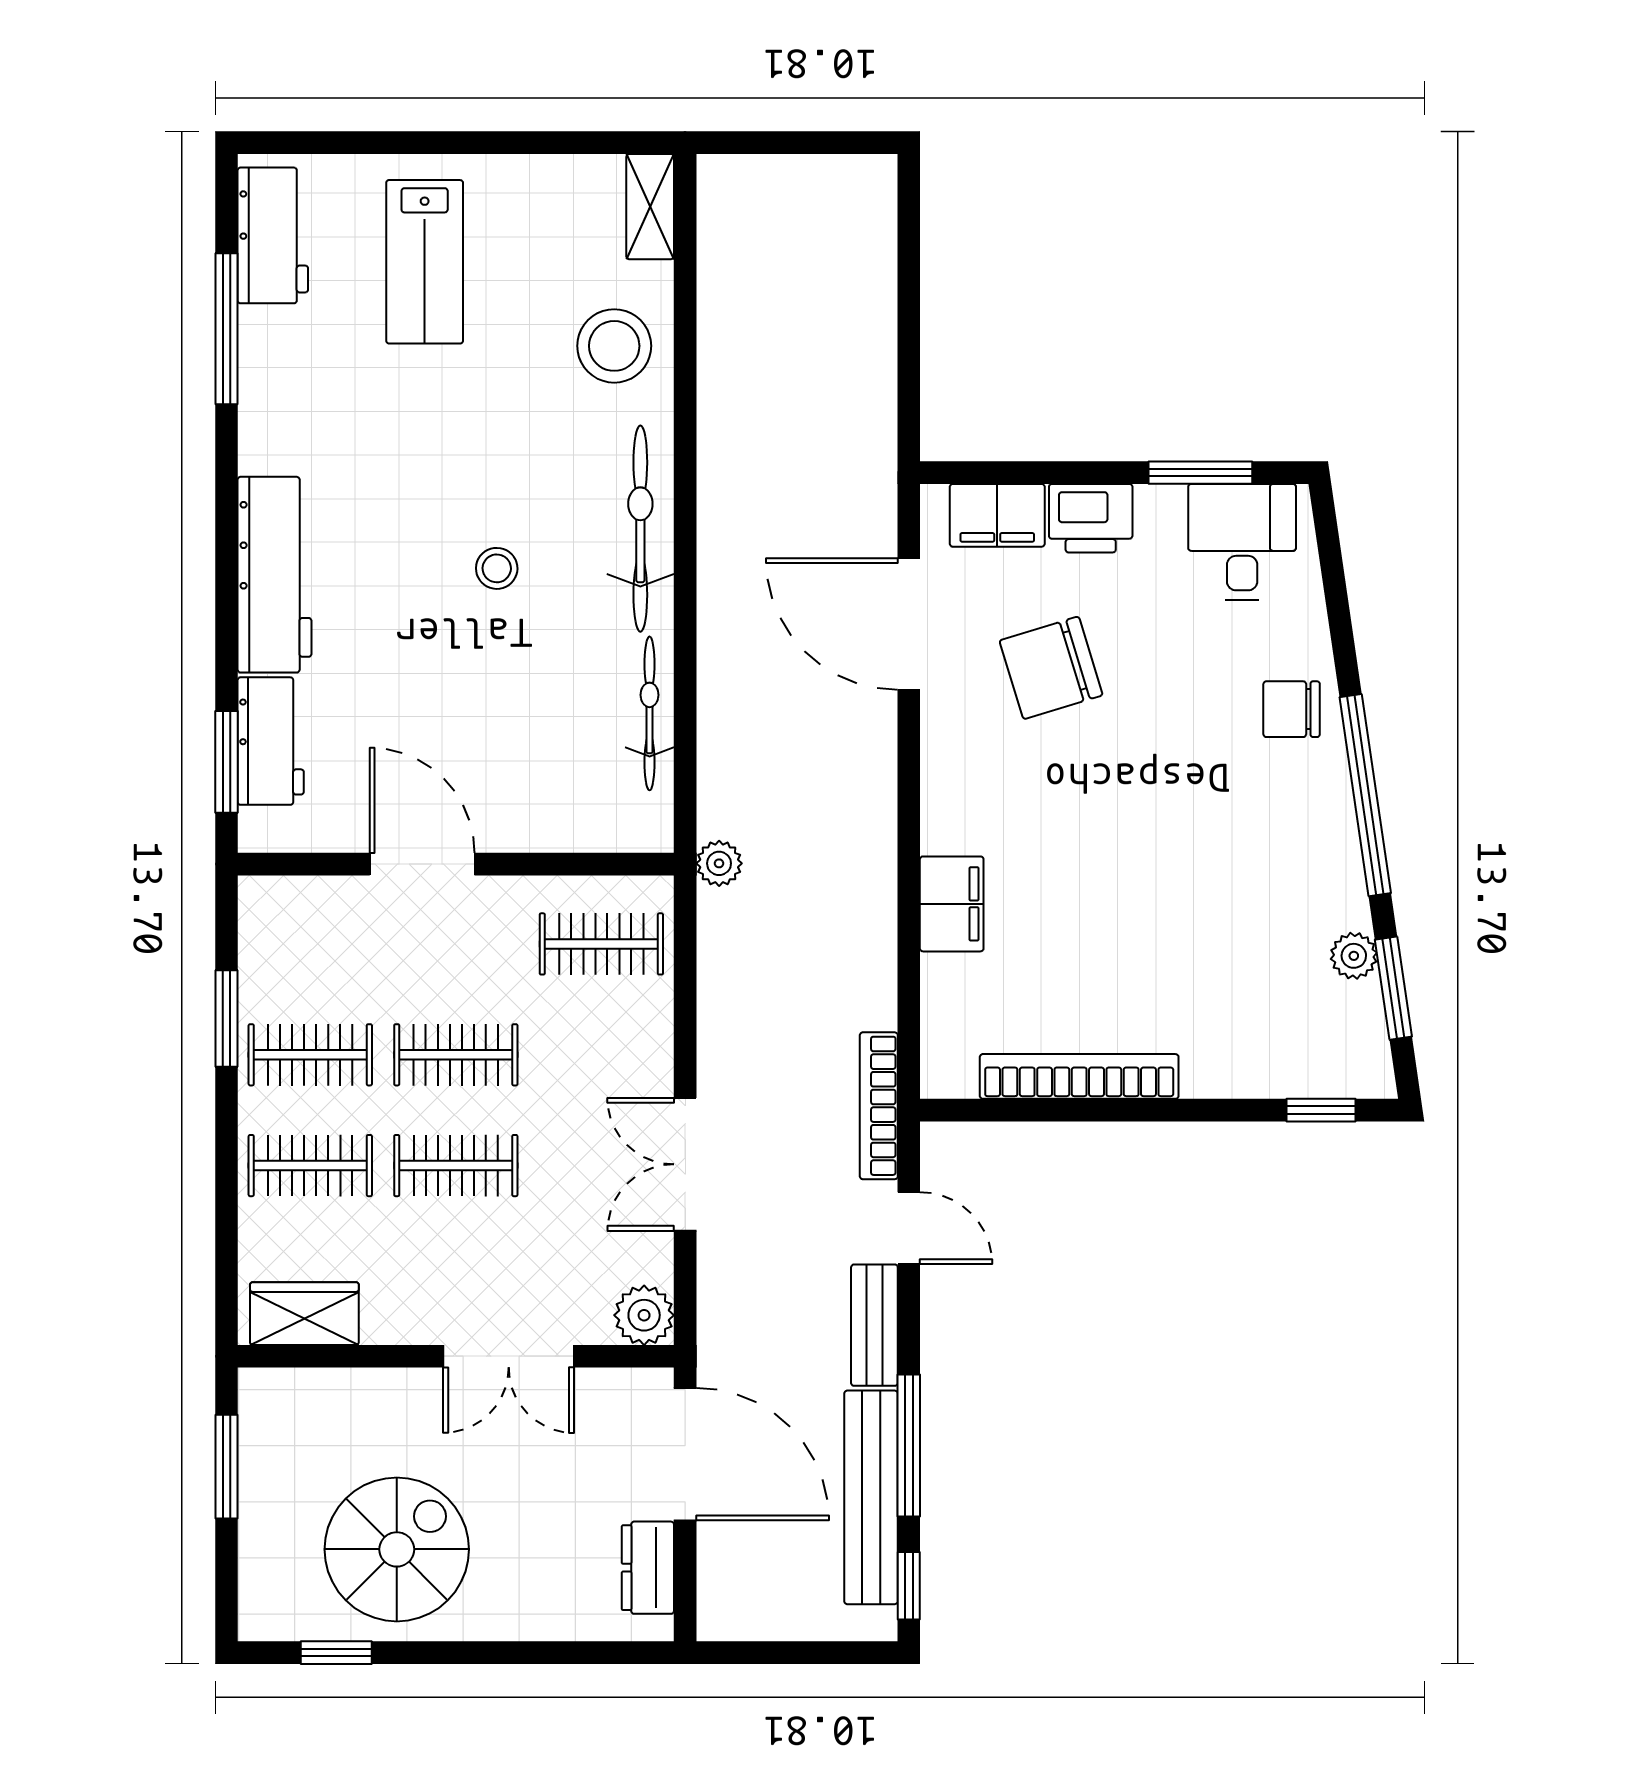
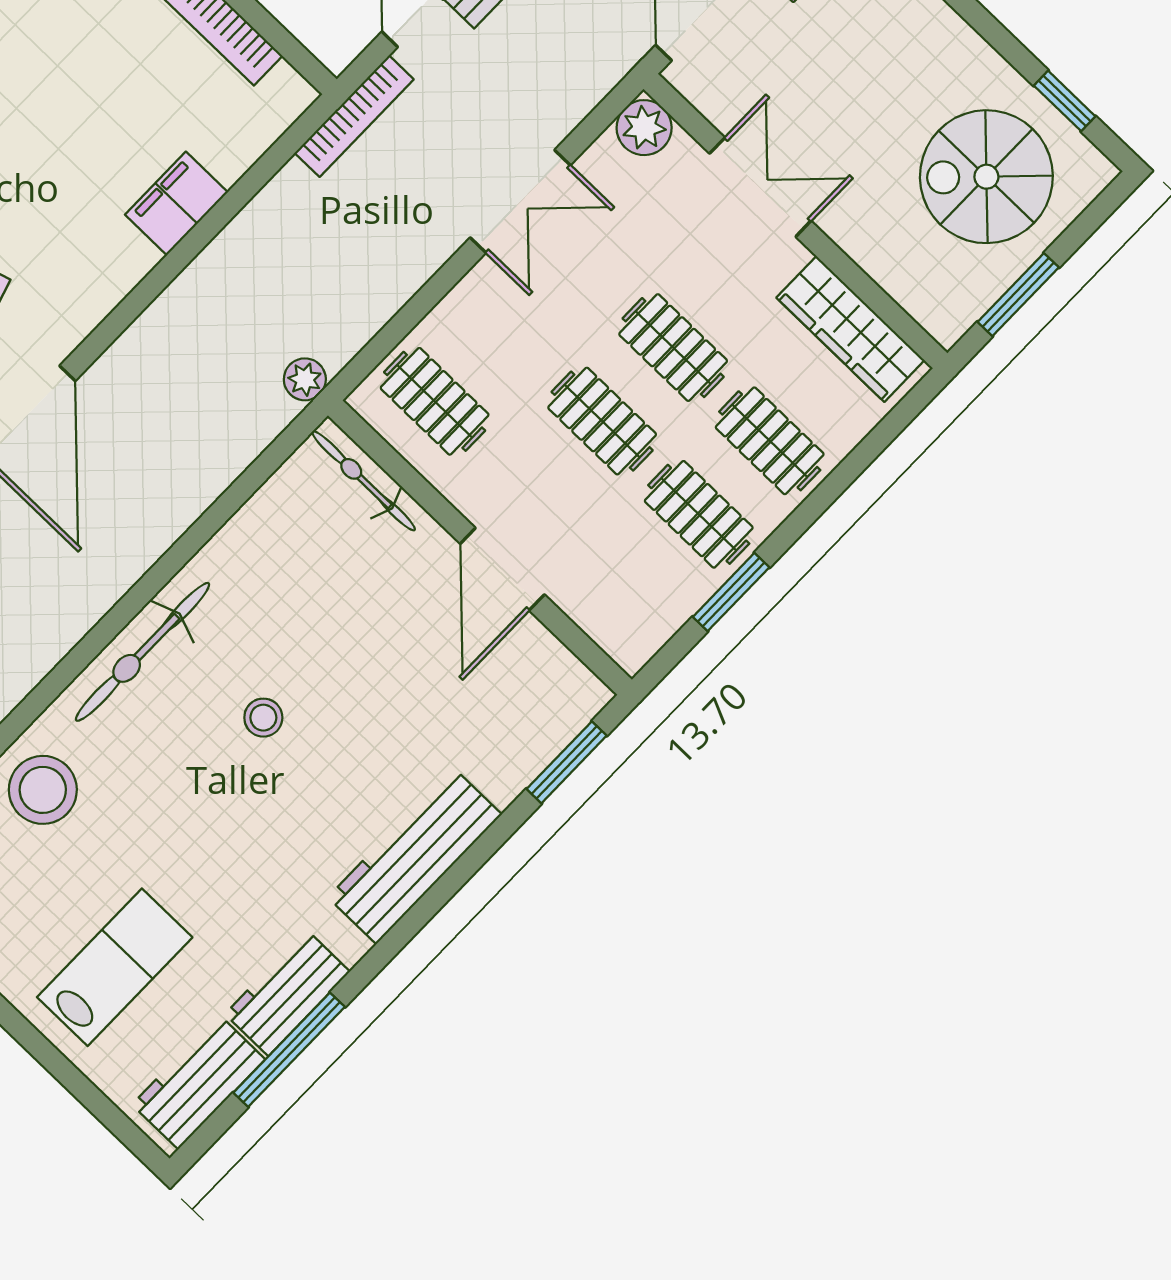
bicycle: (650, 713) -> (364, 481), moved, turned 90
workbench: (271, 741) -> (287, 993), moved
wardrobe: (304, 1314) -> (850, 329), width x1.50
spiral stairs: (397, 1549) -> (986, 177), moved

